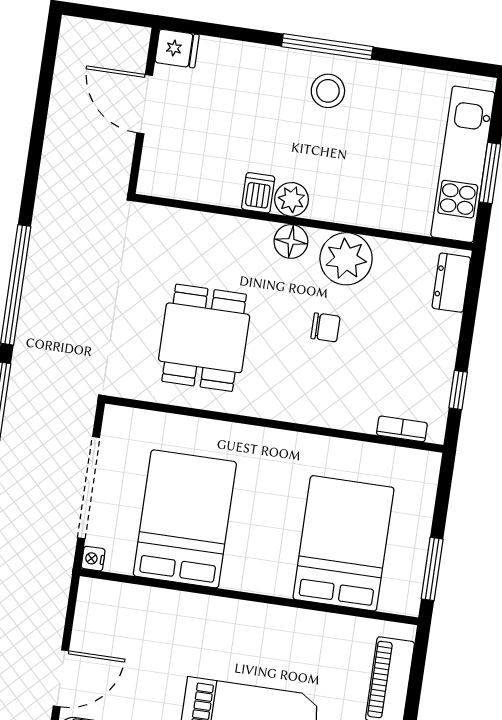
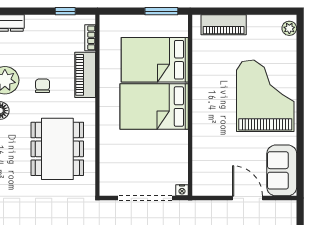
dining table: (204, 338) -> (57, 149), width x1.38
piano: (334, 410) -> (85, 75), added
bed: (185, 519) -> (154, 107), moved

